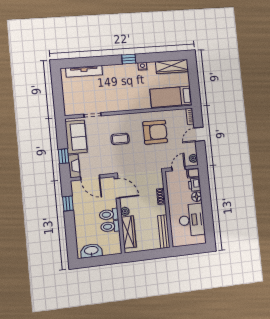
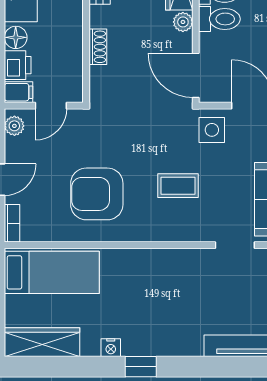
side table: (108, 165) -> (212, 130), added

